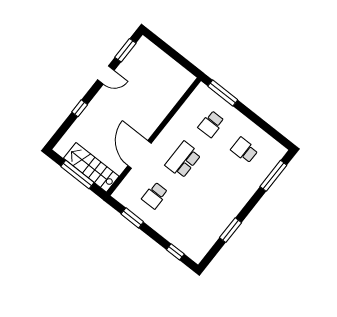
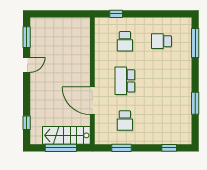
window: (223, 93) -> (116, 14), width x0.46
window: (80, 108) -> (27, 123), moved

